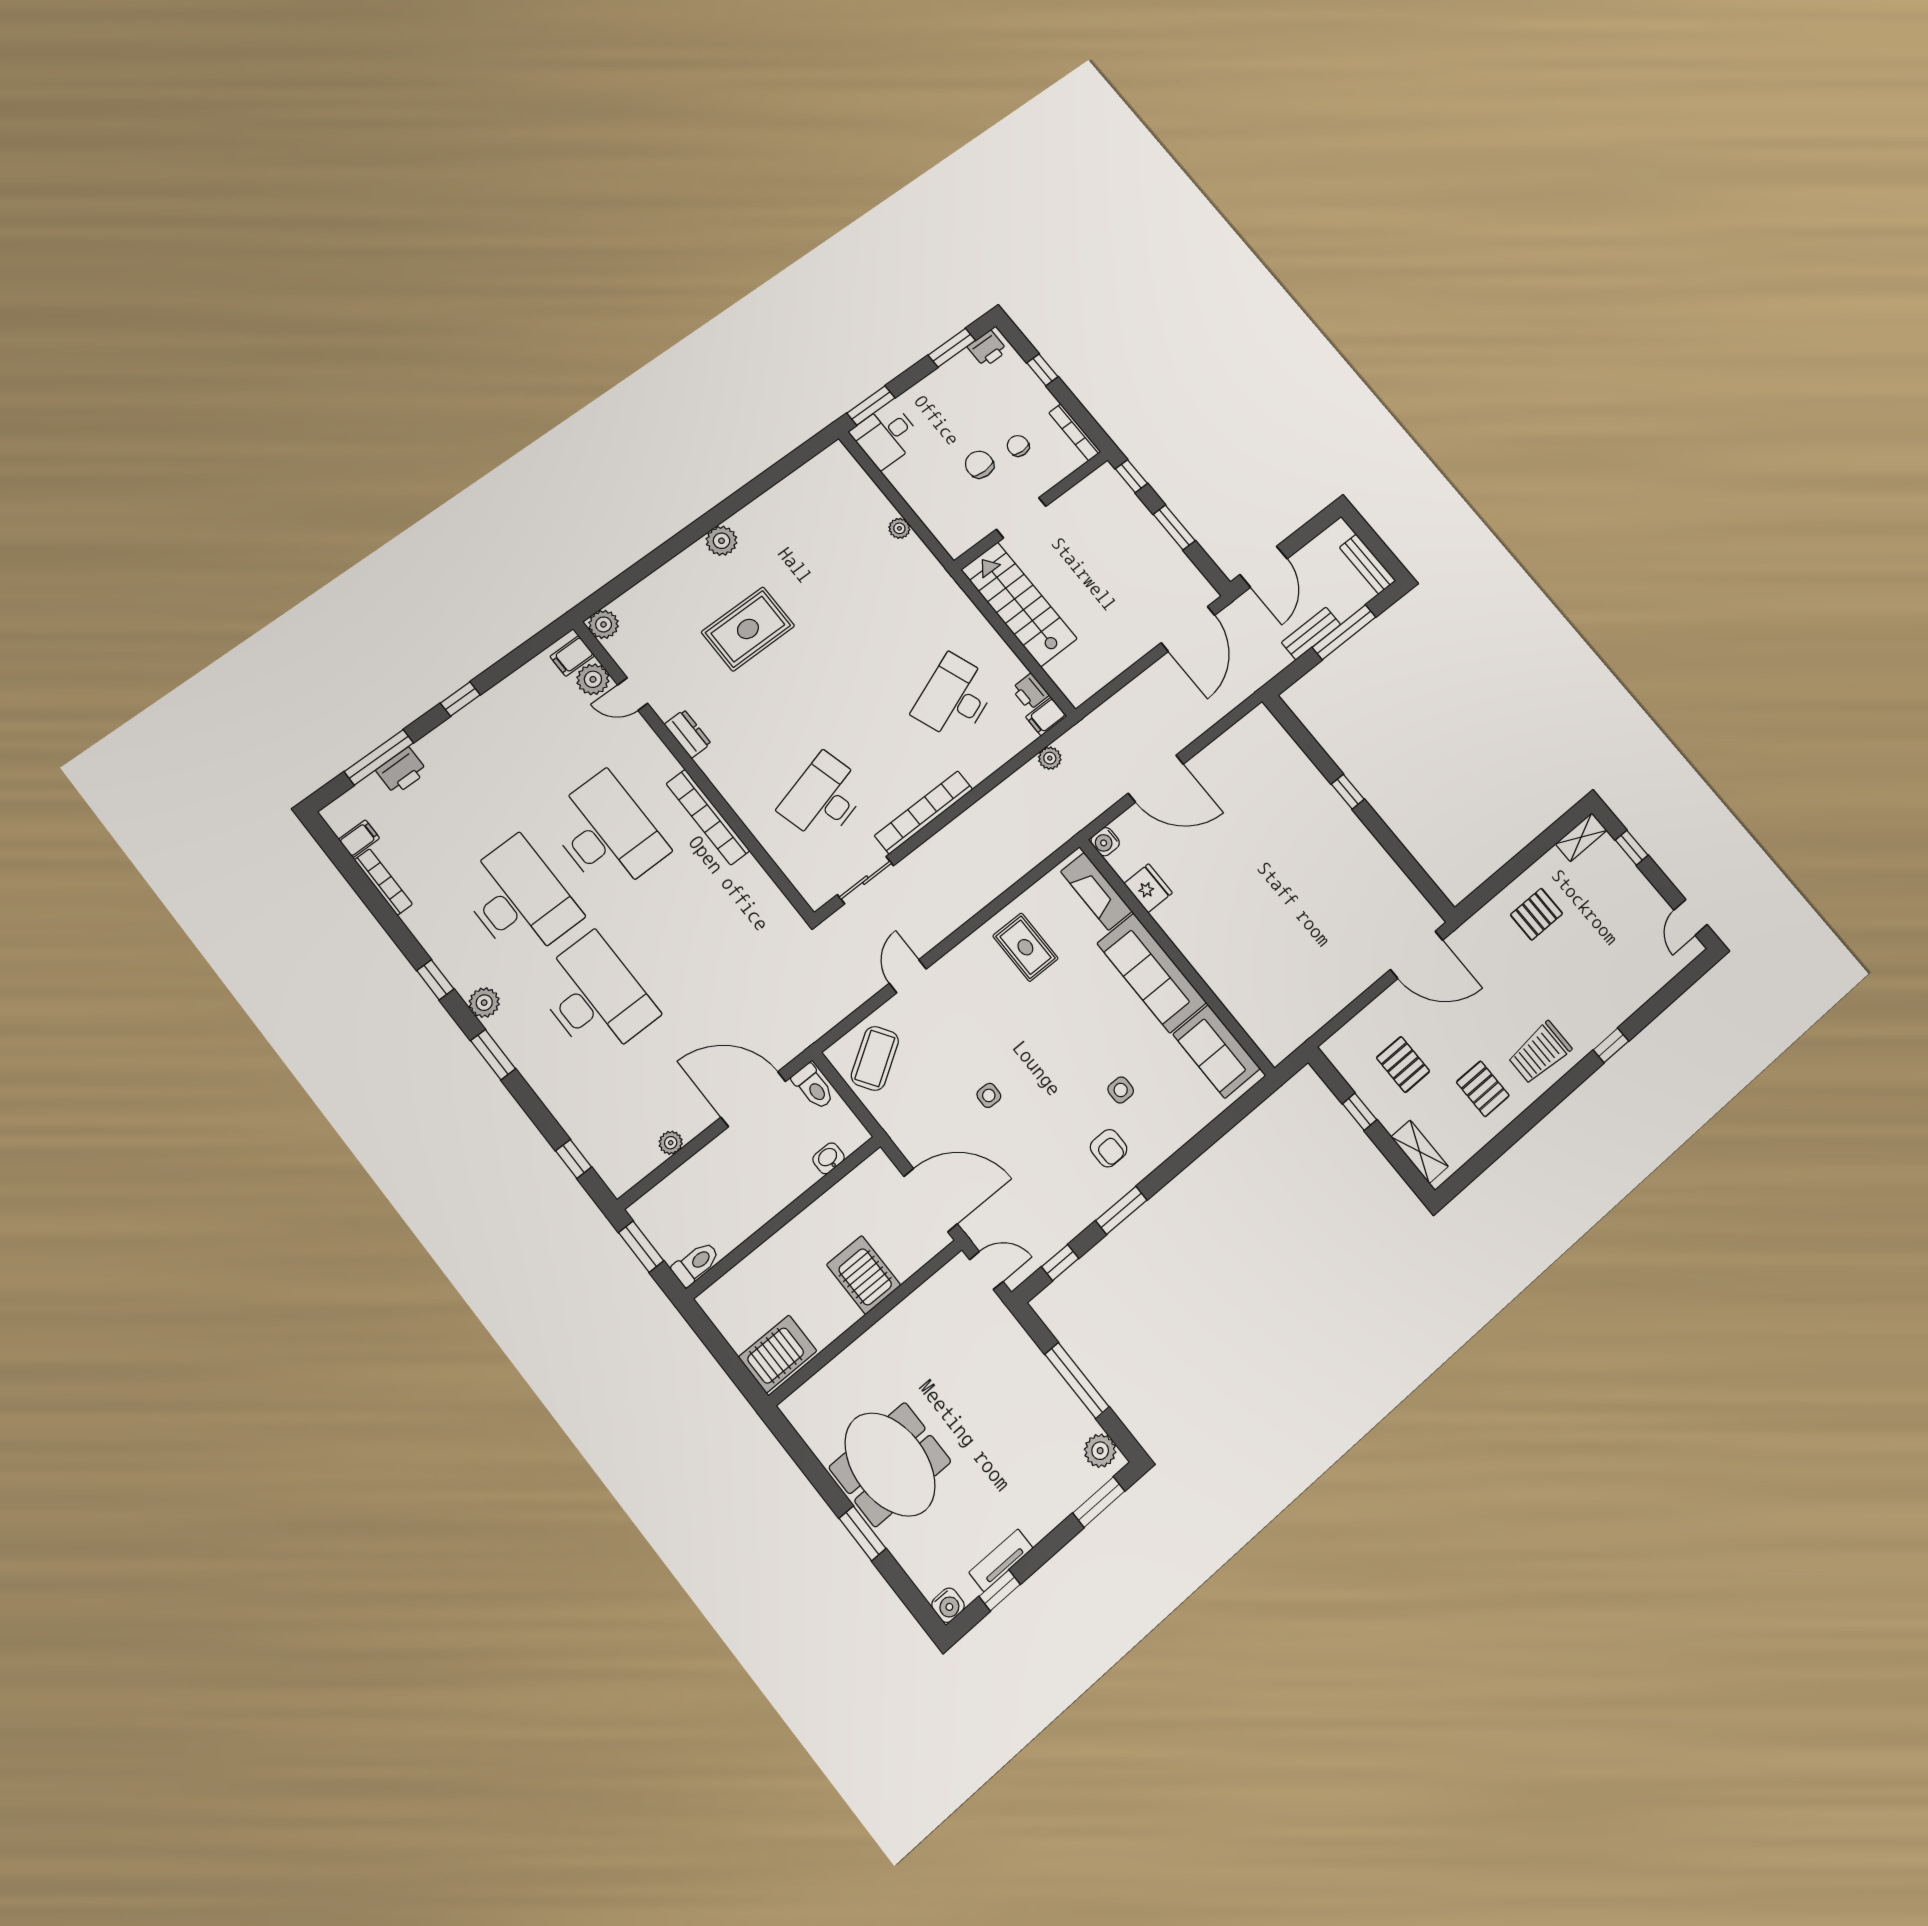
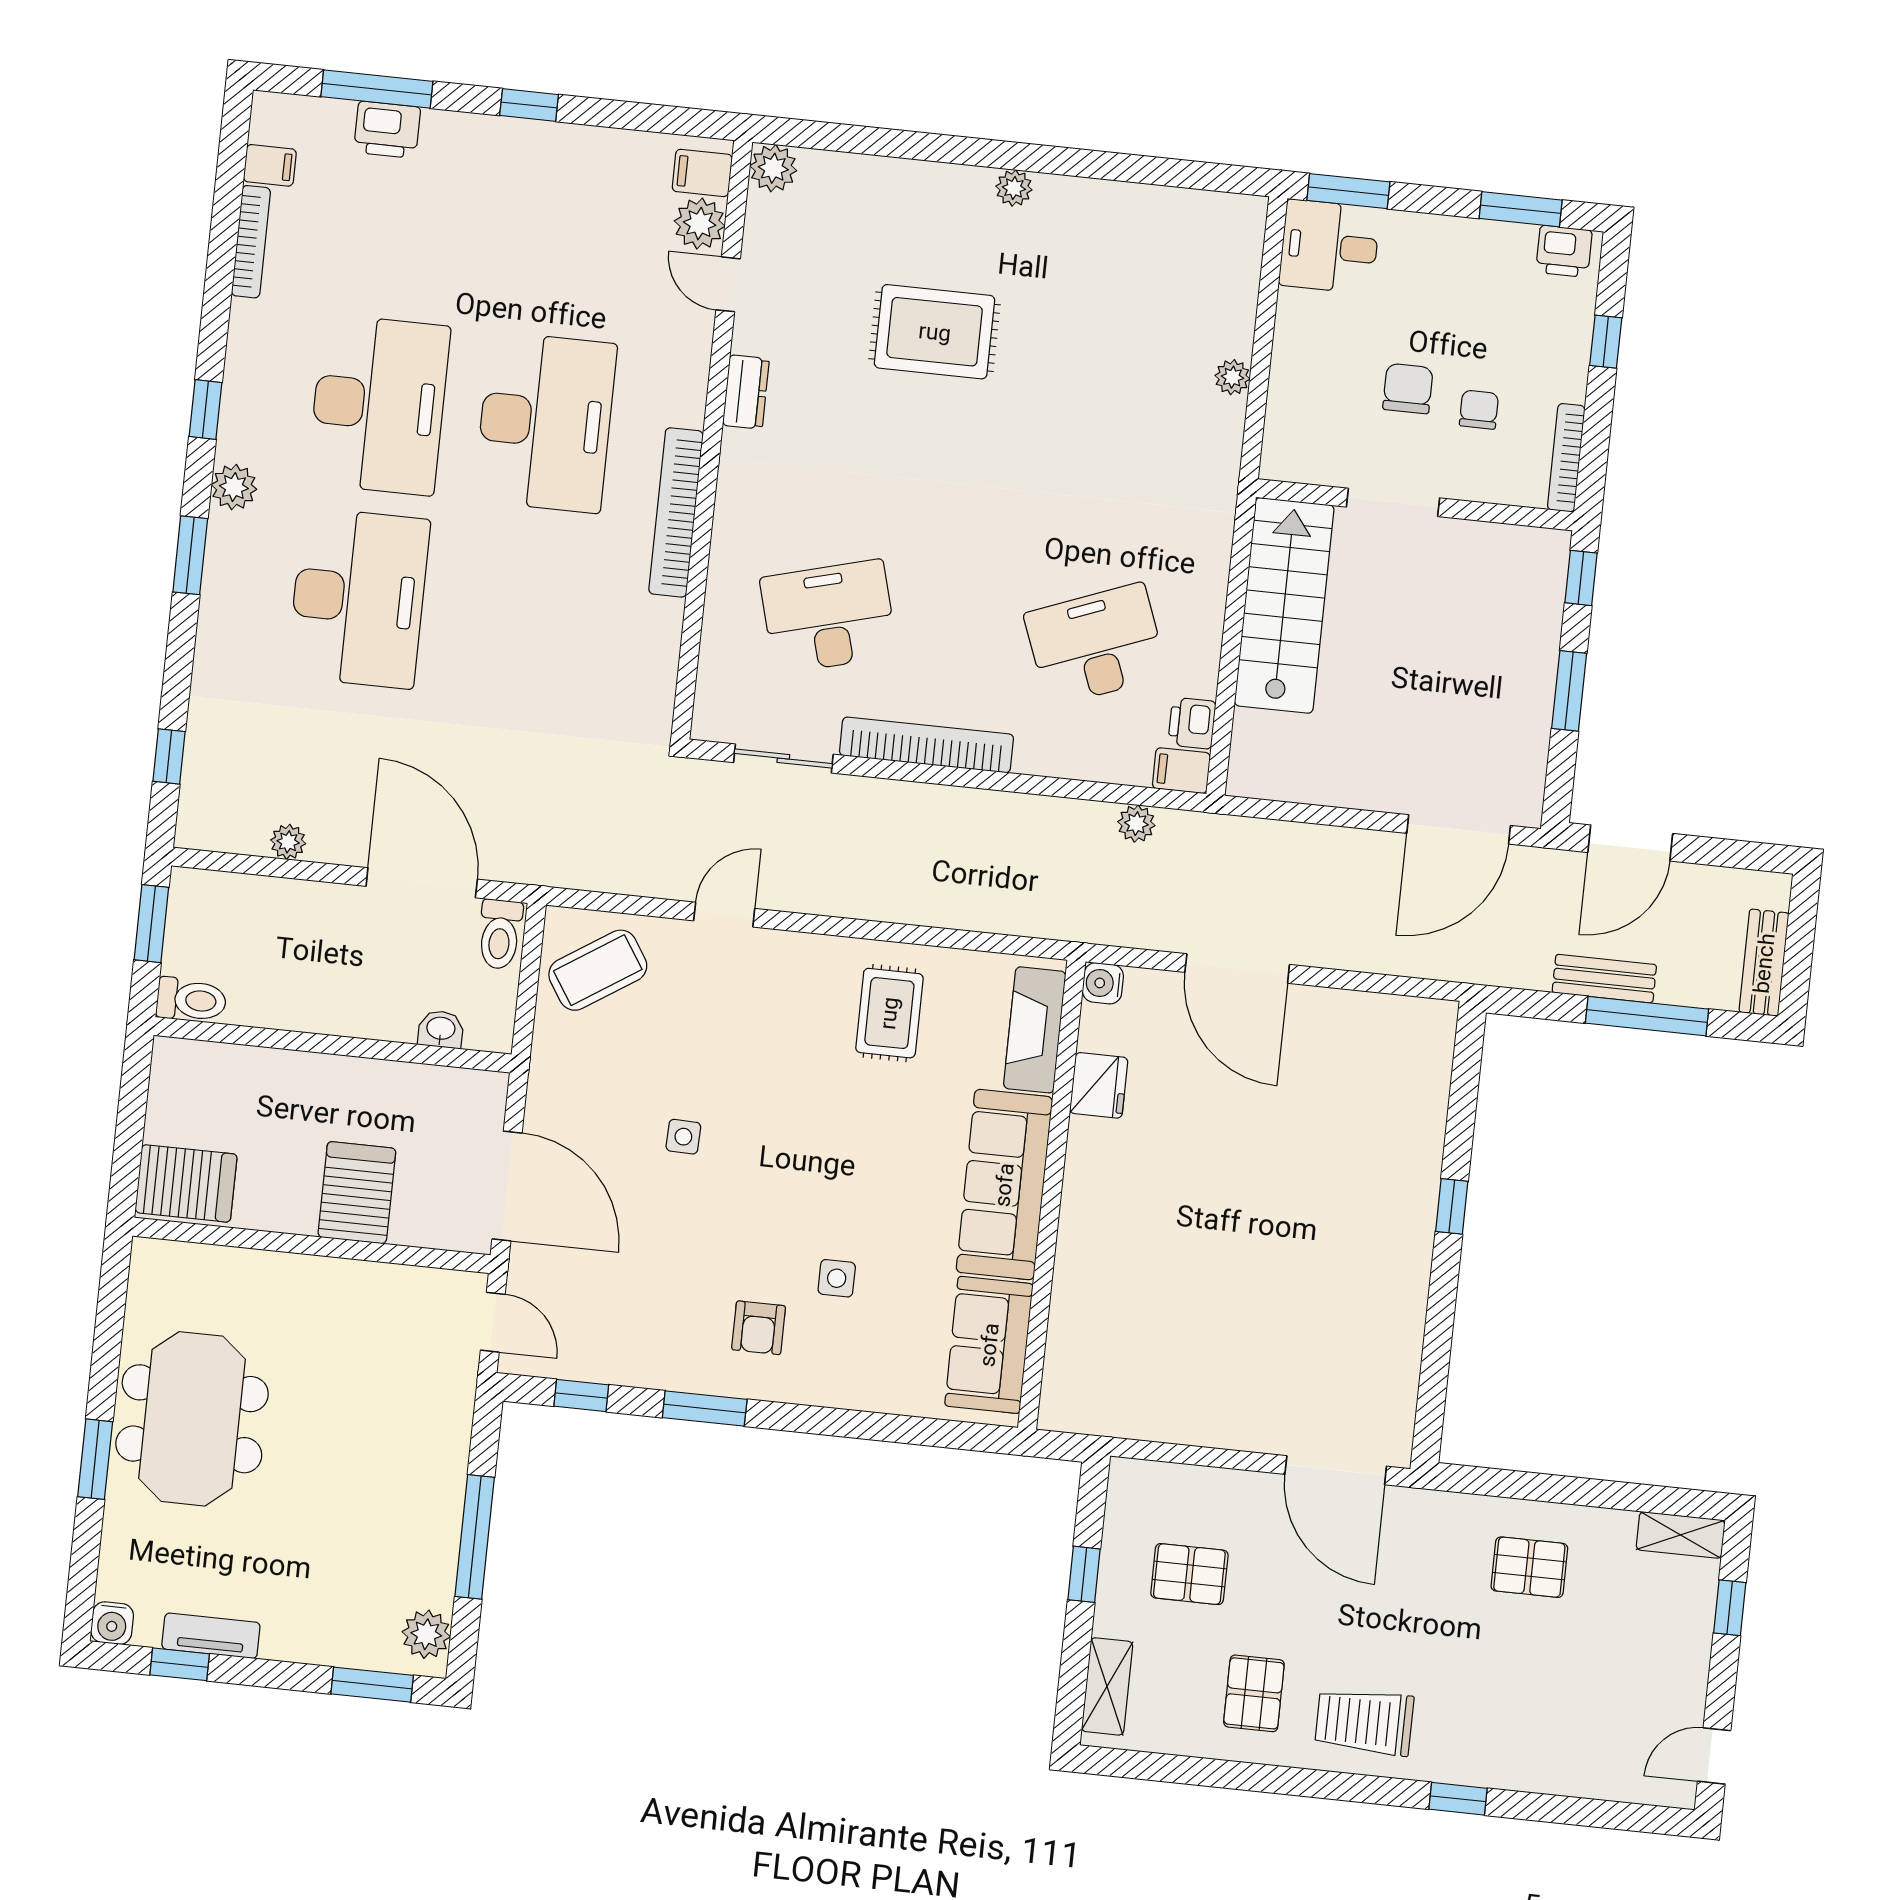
plant: (721, 541) -> (1014, 188), width x0.73, depth x0.73
pallet: (1403, 1064) -> (1189, 1574), turned 90

